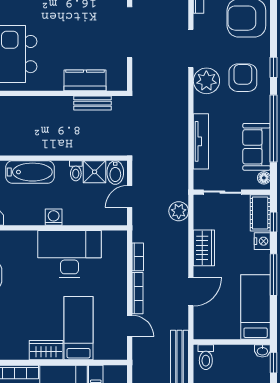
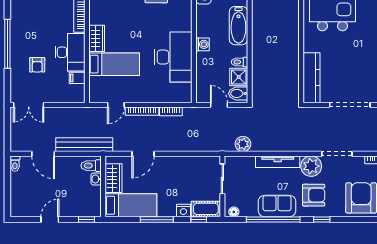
kitchen counter: (85, 80) -> (311, 78), width x1.50
bench: (92, 103) -> (293, 75), removed
tv unit: (201, 141) -> (278, 162), moved
sofa: (257, 147) -> (277, 206), moved
plant: (179, 211) -> (243, 144), moved
wardrobe: (204, 248) -> (113, 178), moved, turned -90
door: (191, 292) -> (143, 154), hinge flipped
washbasin: (262, 351) -> (96, 179), moved

